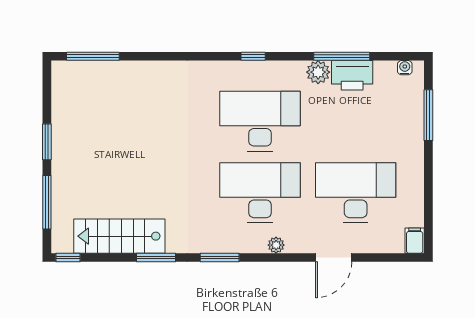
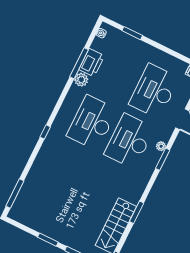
window: (253, 56) -> (45, 132), moved
window: (428, 115) -> (132, 33), width x0.69
window: (220, 257) -> (163, 159), moved

